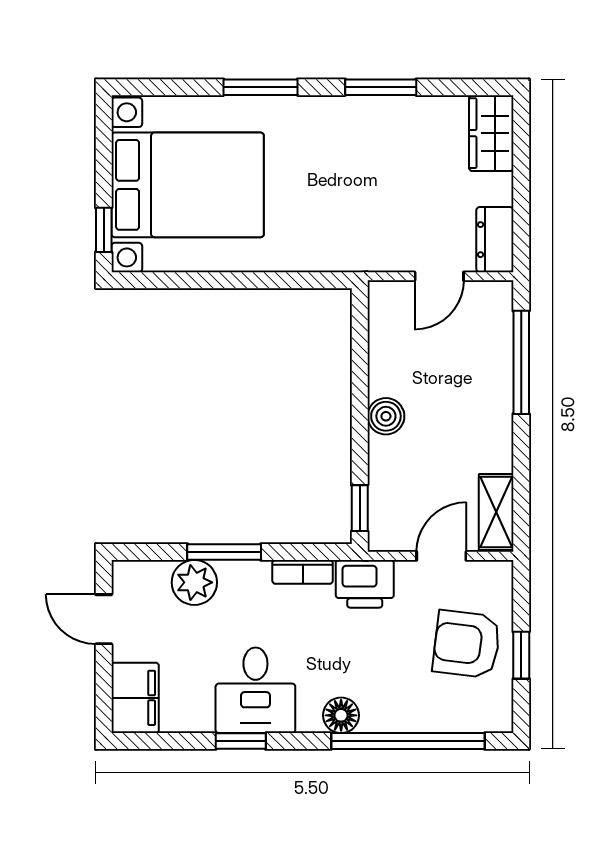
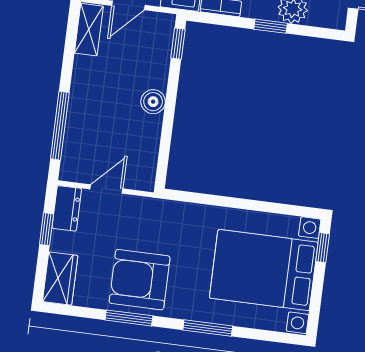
armchair: (372, 147) -> (140, 280), added
window: (521, 204) -> (47, 229), added
window: (224, 552) -> (271, 26), width x0.67

